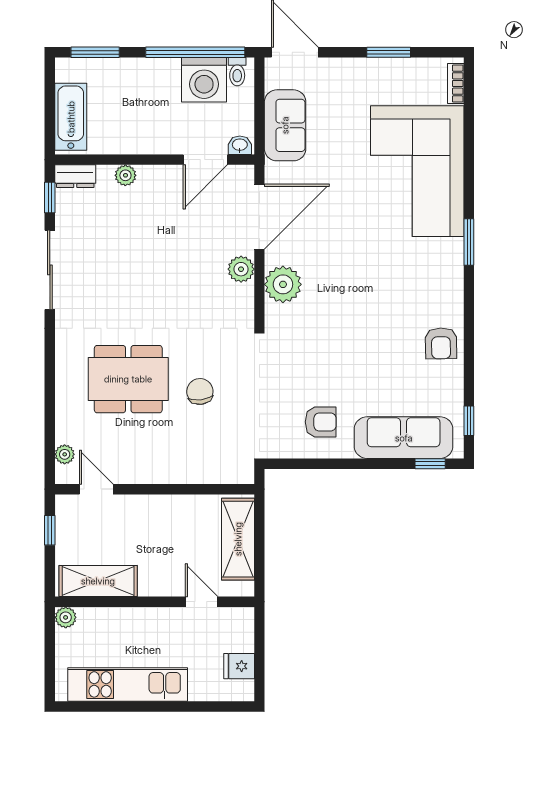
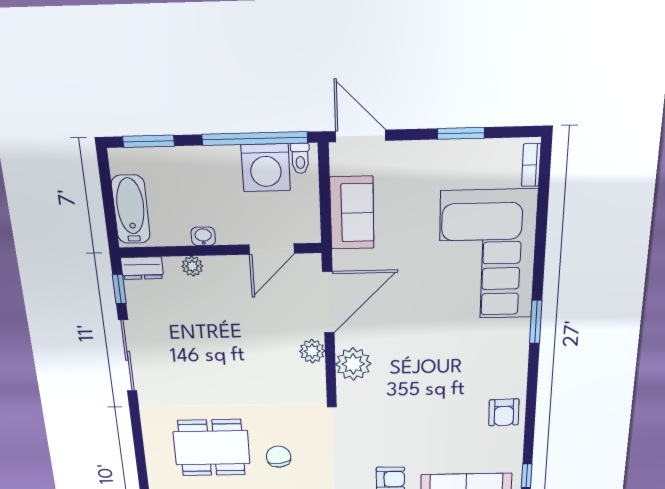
washbasin: (240, 145) -> (203, 236), moved

